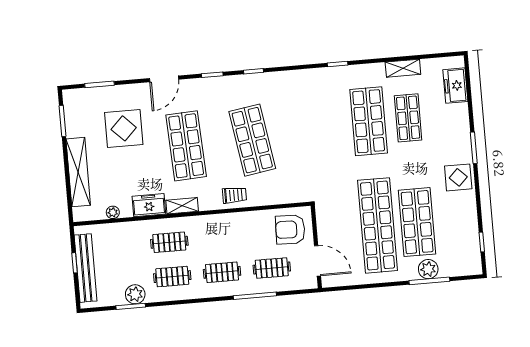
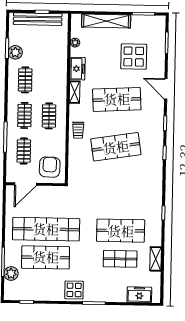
clothes rail: (169, 242) -> (49, 116), moved
plant: (428, 269) -> (11, 273), moved

